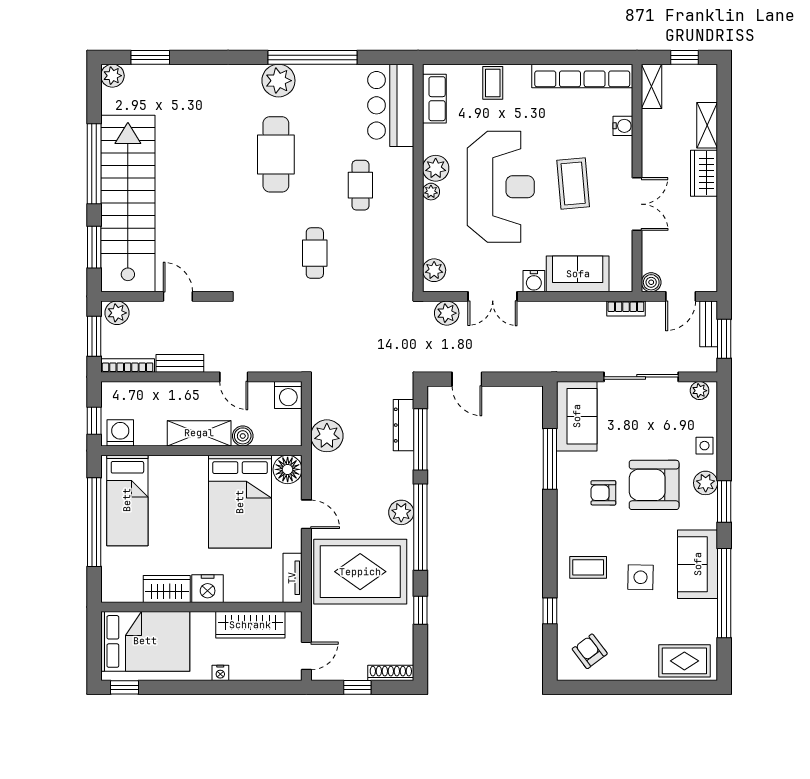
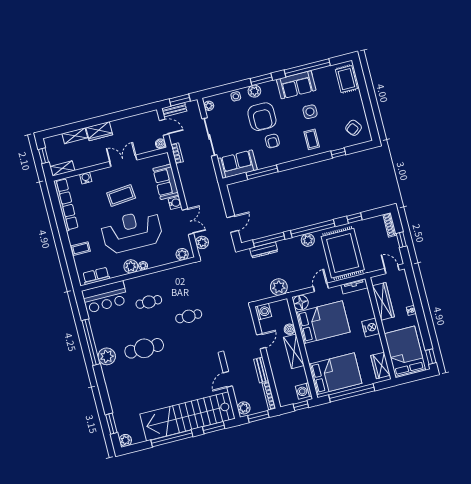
bed: (127, 500) -> (335, 374), width x1.50
wardrobe: (167, 589) -> (380, 365), moved

